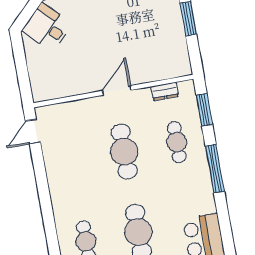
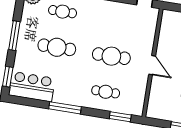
dresser: (165, 91) -> (141, 96), removed
window: (215, 169) -> (65, 108), moved

